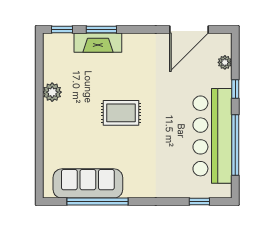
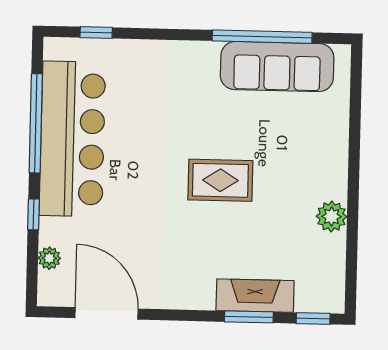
door: (189, 29) -> (106, 313), hinge flipped

